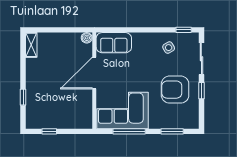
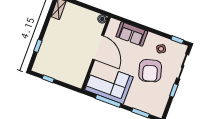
sofa: (114, 43) -> (132, 34), moved
door: (94, 73) -> (98, 47), swing flipped
armchair: (175, 90) -> (150, 71), moved, turned -106

